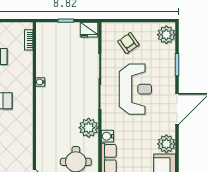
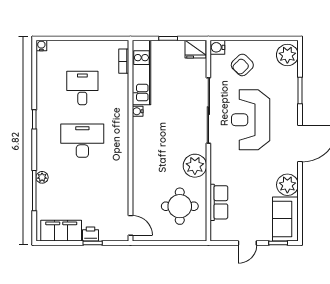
armchair: (128, 43) -> (242, 65), turned -99
kitchen unit: (44, 49) -> (141, 72), added
reception desk: (135, 89) -> (251, 120), turned 180
water cooler: (107, 136) -> (217, 47), moved

